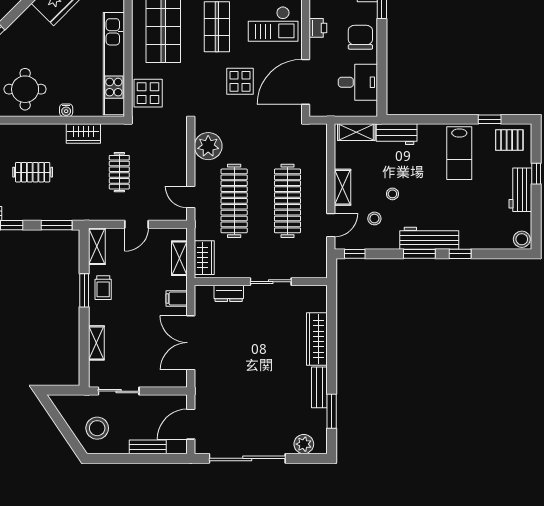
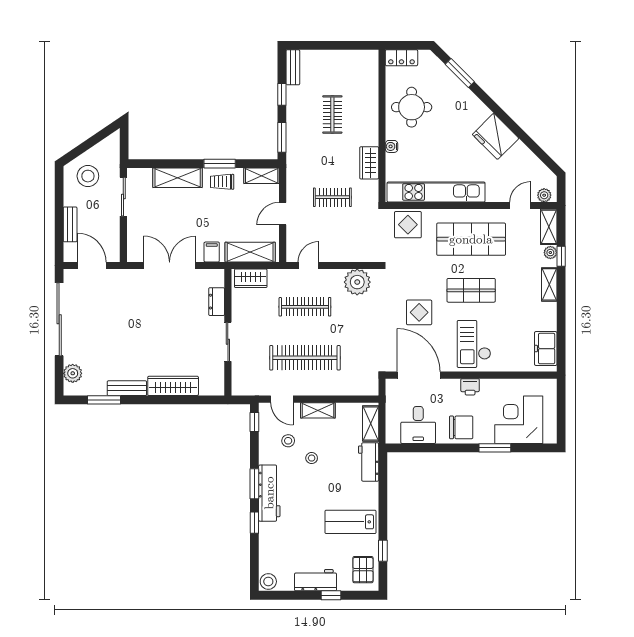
clothes rail: (234, 201) -> (305, 307), width x0.73, depth x0.76
door: (137, 224) -> (283, 214), hinge flipped
shelving: (179, 258) -> (250, 252), width x1.50, depth x1.33
shelving: (96, 343) -> (178, 178), width x1.50, depth x1.33

